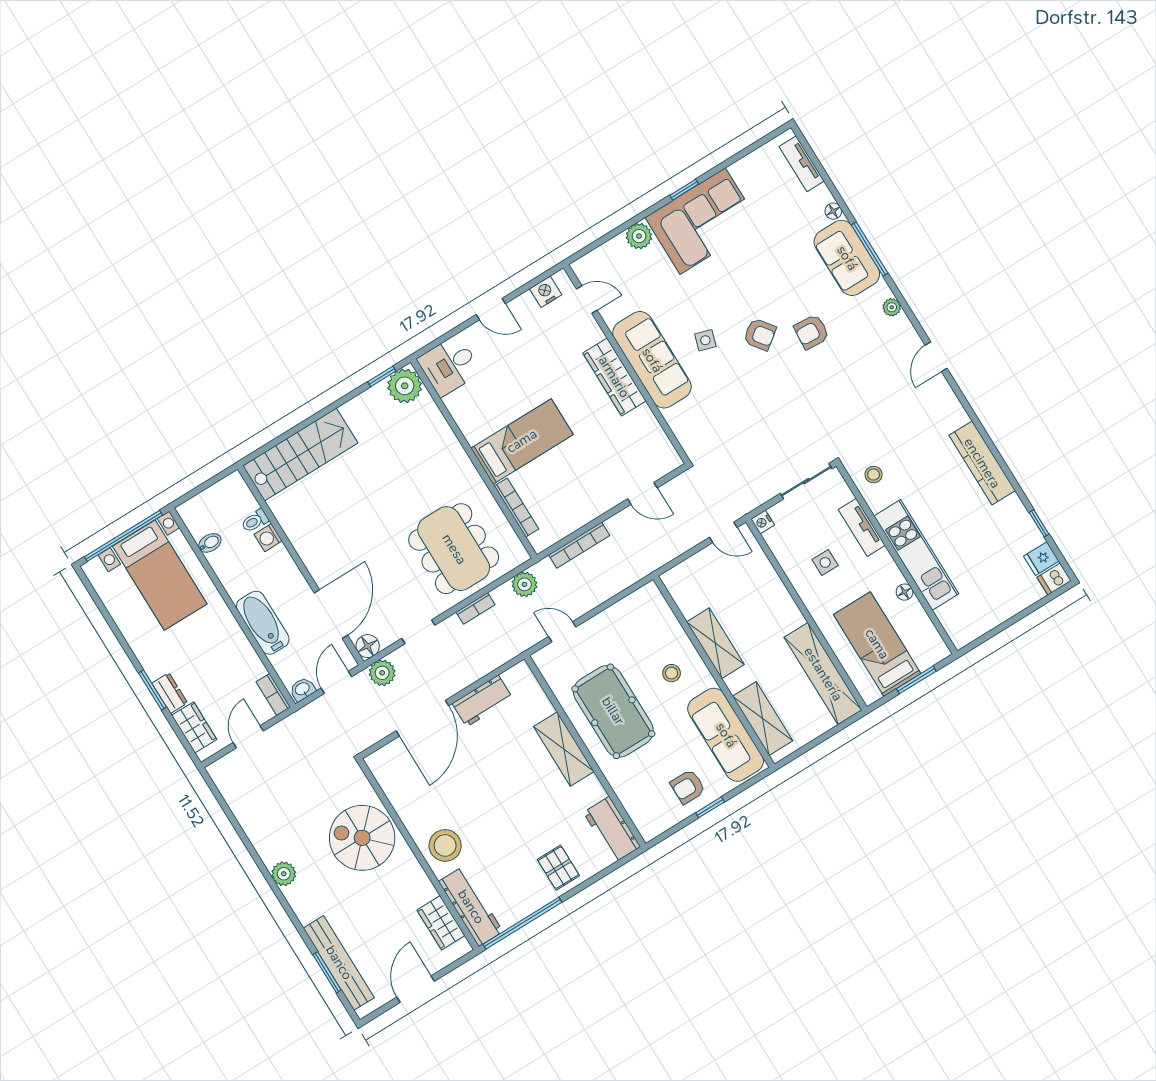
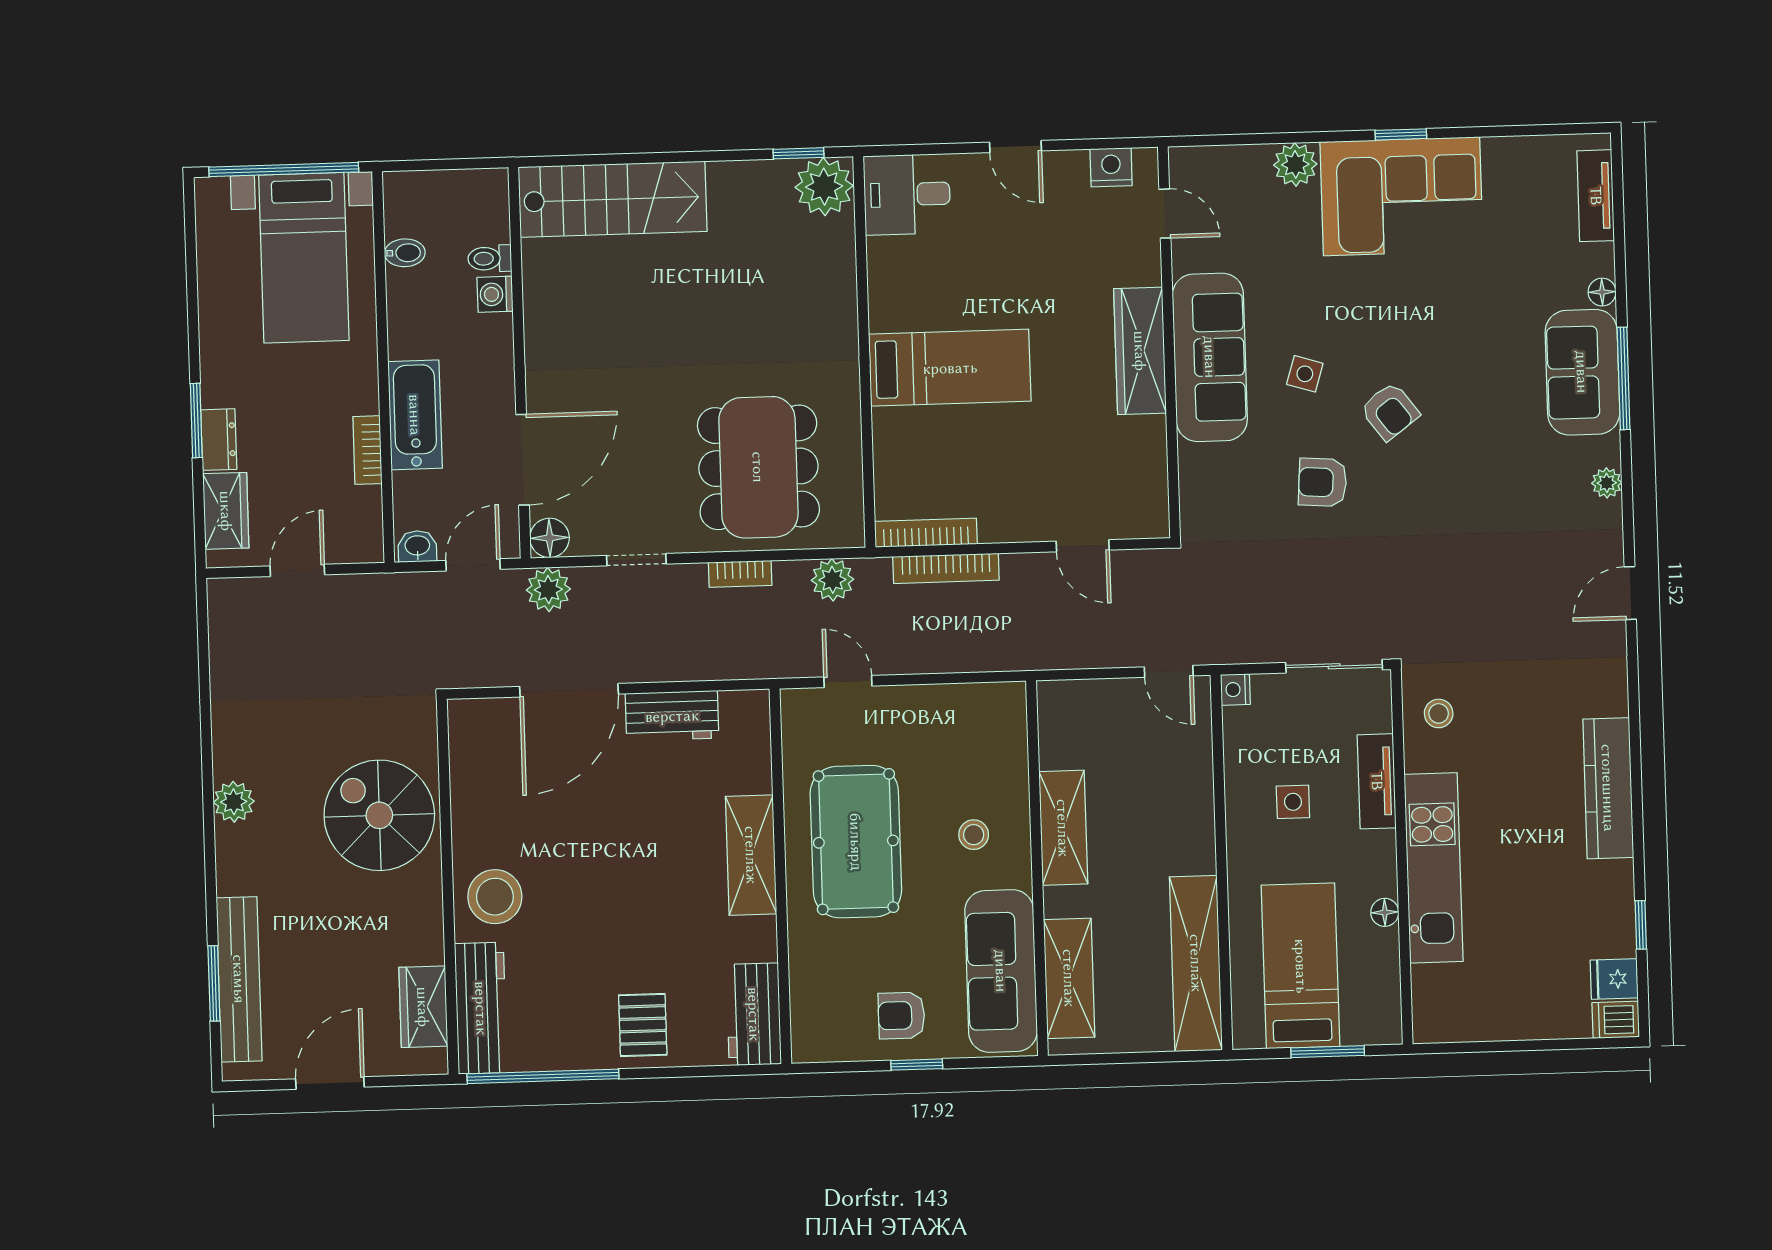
armchair: (812, 332) -> (1323, 482), moved
bookcase: (516, 508) -> (926, 533), moved, turned -90
bookcase: (273, 694) -> (367, 450), moved

